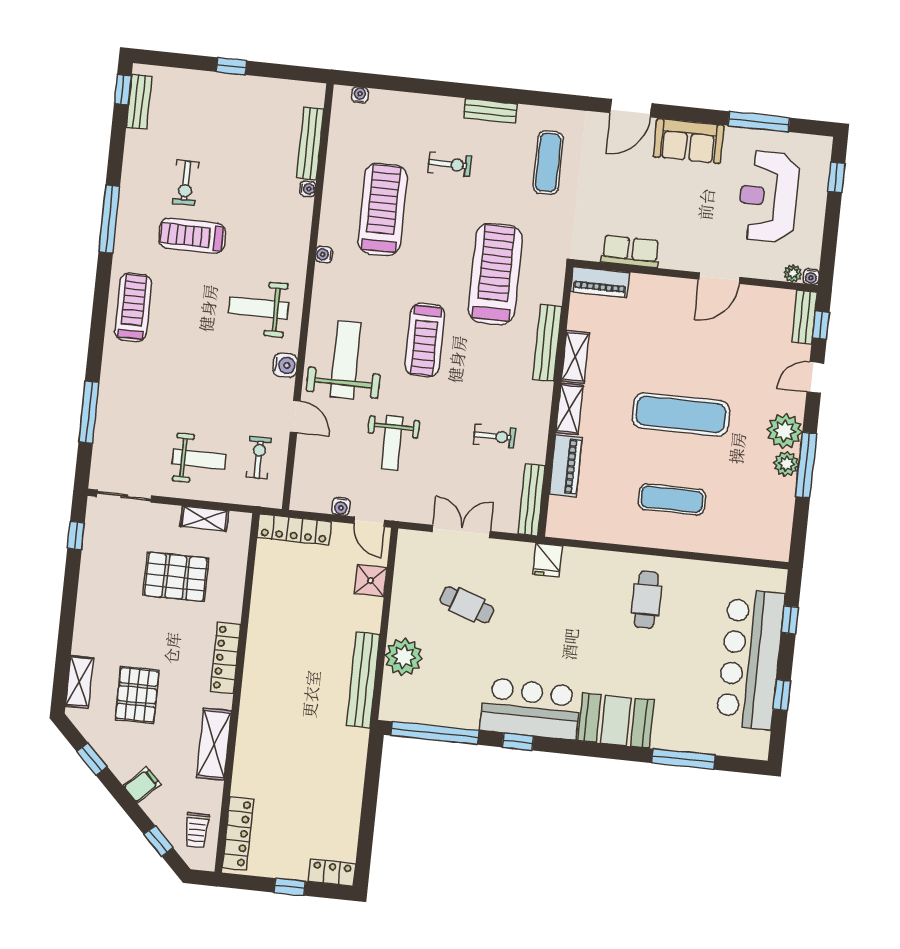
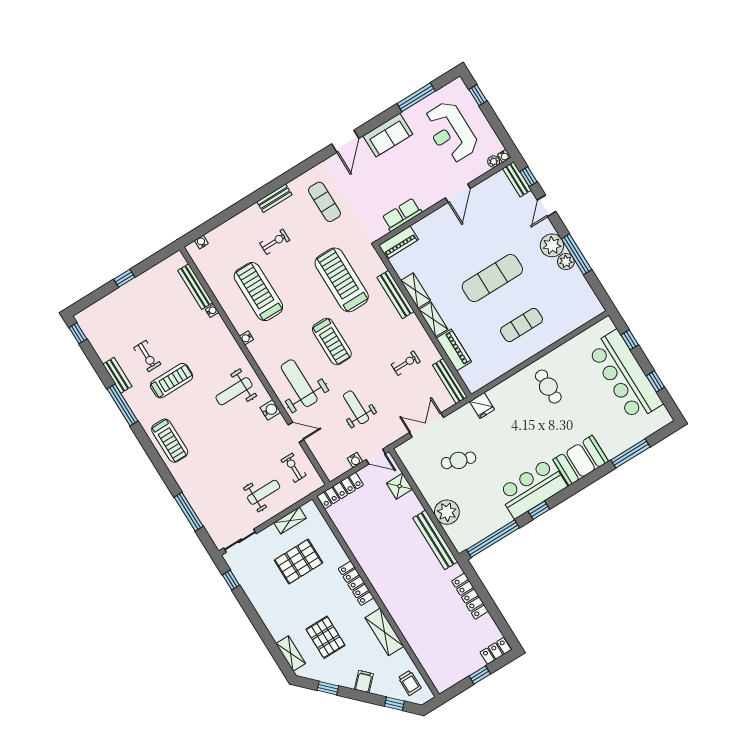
bench: (139, 102) -> (117, 375), moved
treadmill: (192, 236) -> (171, 381), turned 180
treadmill: (133, 307) -> (170, 441), turned 180
weight bench: (392, 443) -> (356, 407), turned 180
locker: (238, 833) -> (470, 596), moved, turned 180

